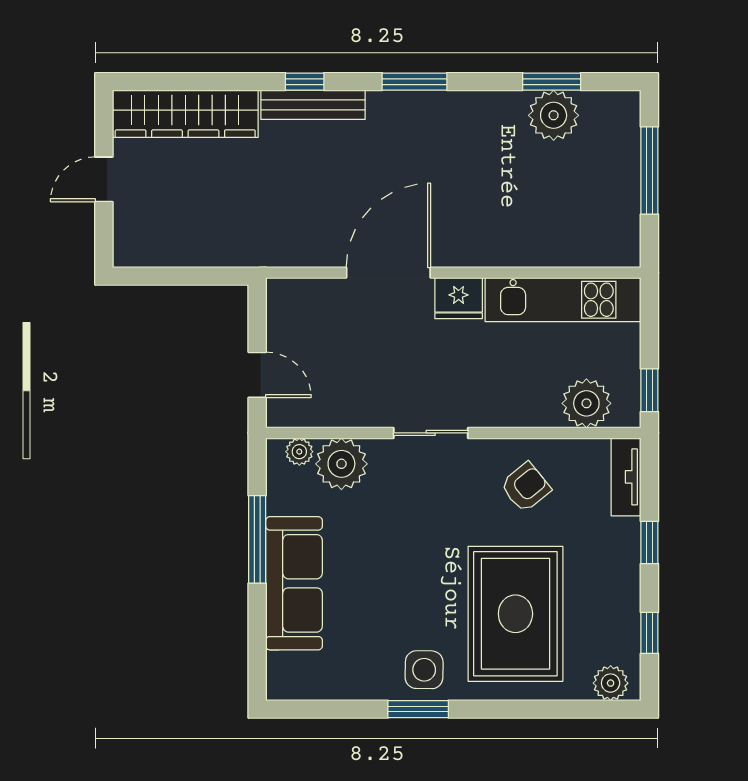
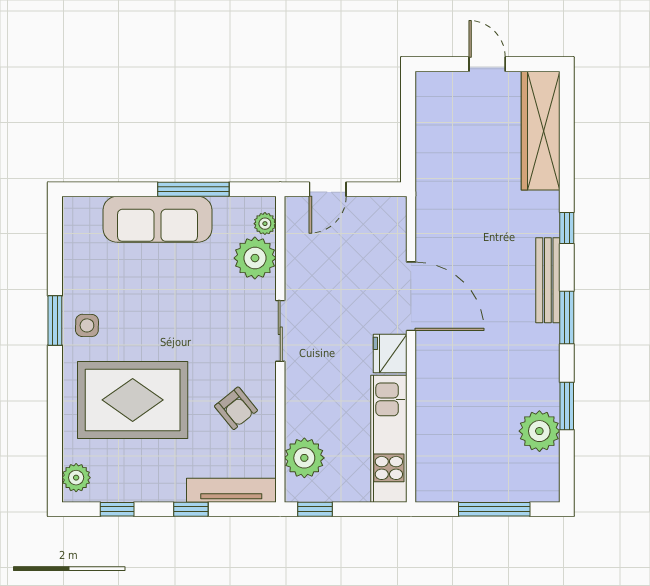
window: (552, 82) -> (567, 406), moved
bench: (313, 105) -> (548, 280), moved
tv unit: (626, 477) -> (231, 490), width x1.41
side table: (424, 670) -> (87, 325), width x0.73, depth x0.73

